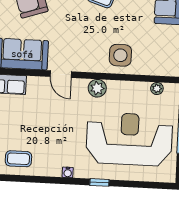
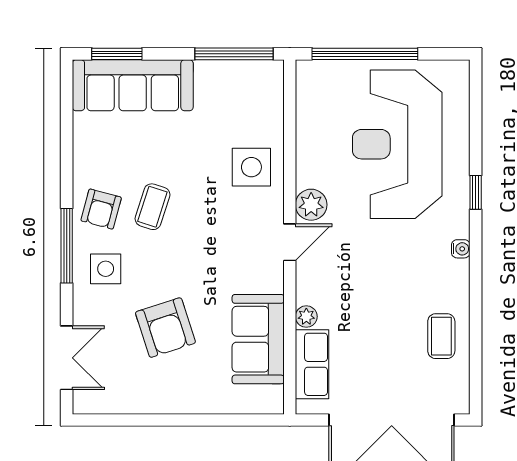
door: (61, 74) -> (290, 242), moved
plant: (157, 88) -> (306, 317), moved

